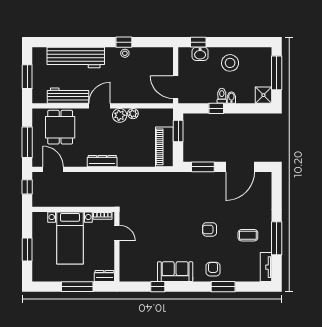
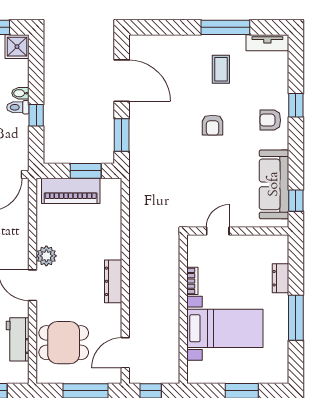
workbench: (68, 96) -> (18, 339), width x0.73
plant: (133, 114) -> (44, 237), removed
window: (178, 131) -> (86, 171), moved
piano: (164, 147) -> (71, 191), moved
door: (117, 233) -> (218, 231), moved
wall: (117, 247) -> (238, 231), moved
sofa: (175, 272) -> (274, 184), width x1.36
window: (223, 287) -> (296, 105), width x0.67

